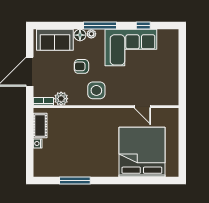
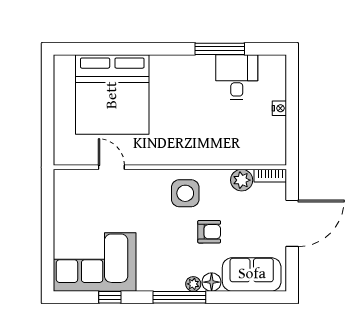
corner sofa: (131, 48) -> (95, 262), moved
cot: (40, 126) -> (275, 137), removed
desk: (64, 163) -> (237, 77), added

